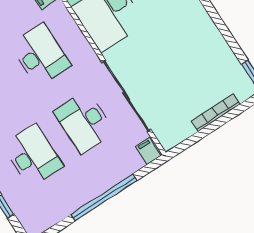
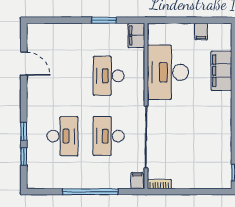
desk: (40, 55) -> (109, 76), turned 180
bookcase: (216, 112) -> (159, 184), moved, width x0.64

